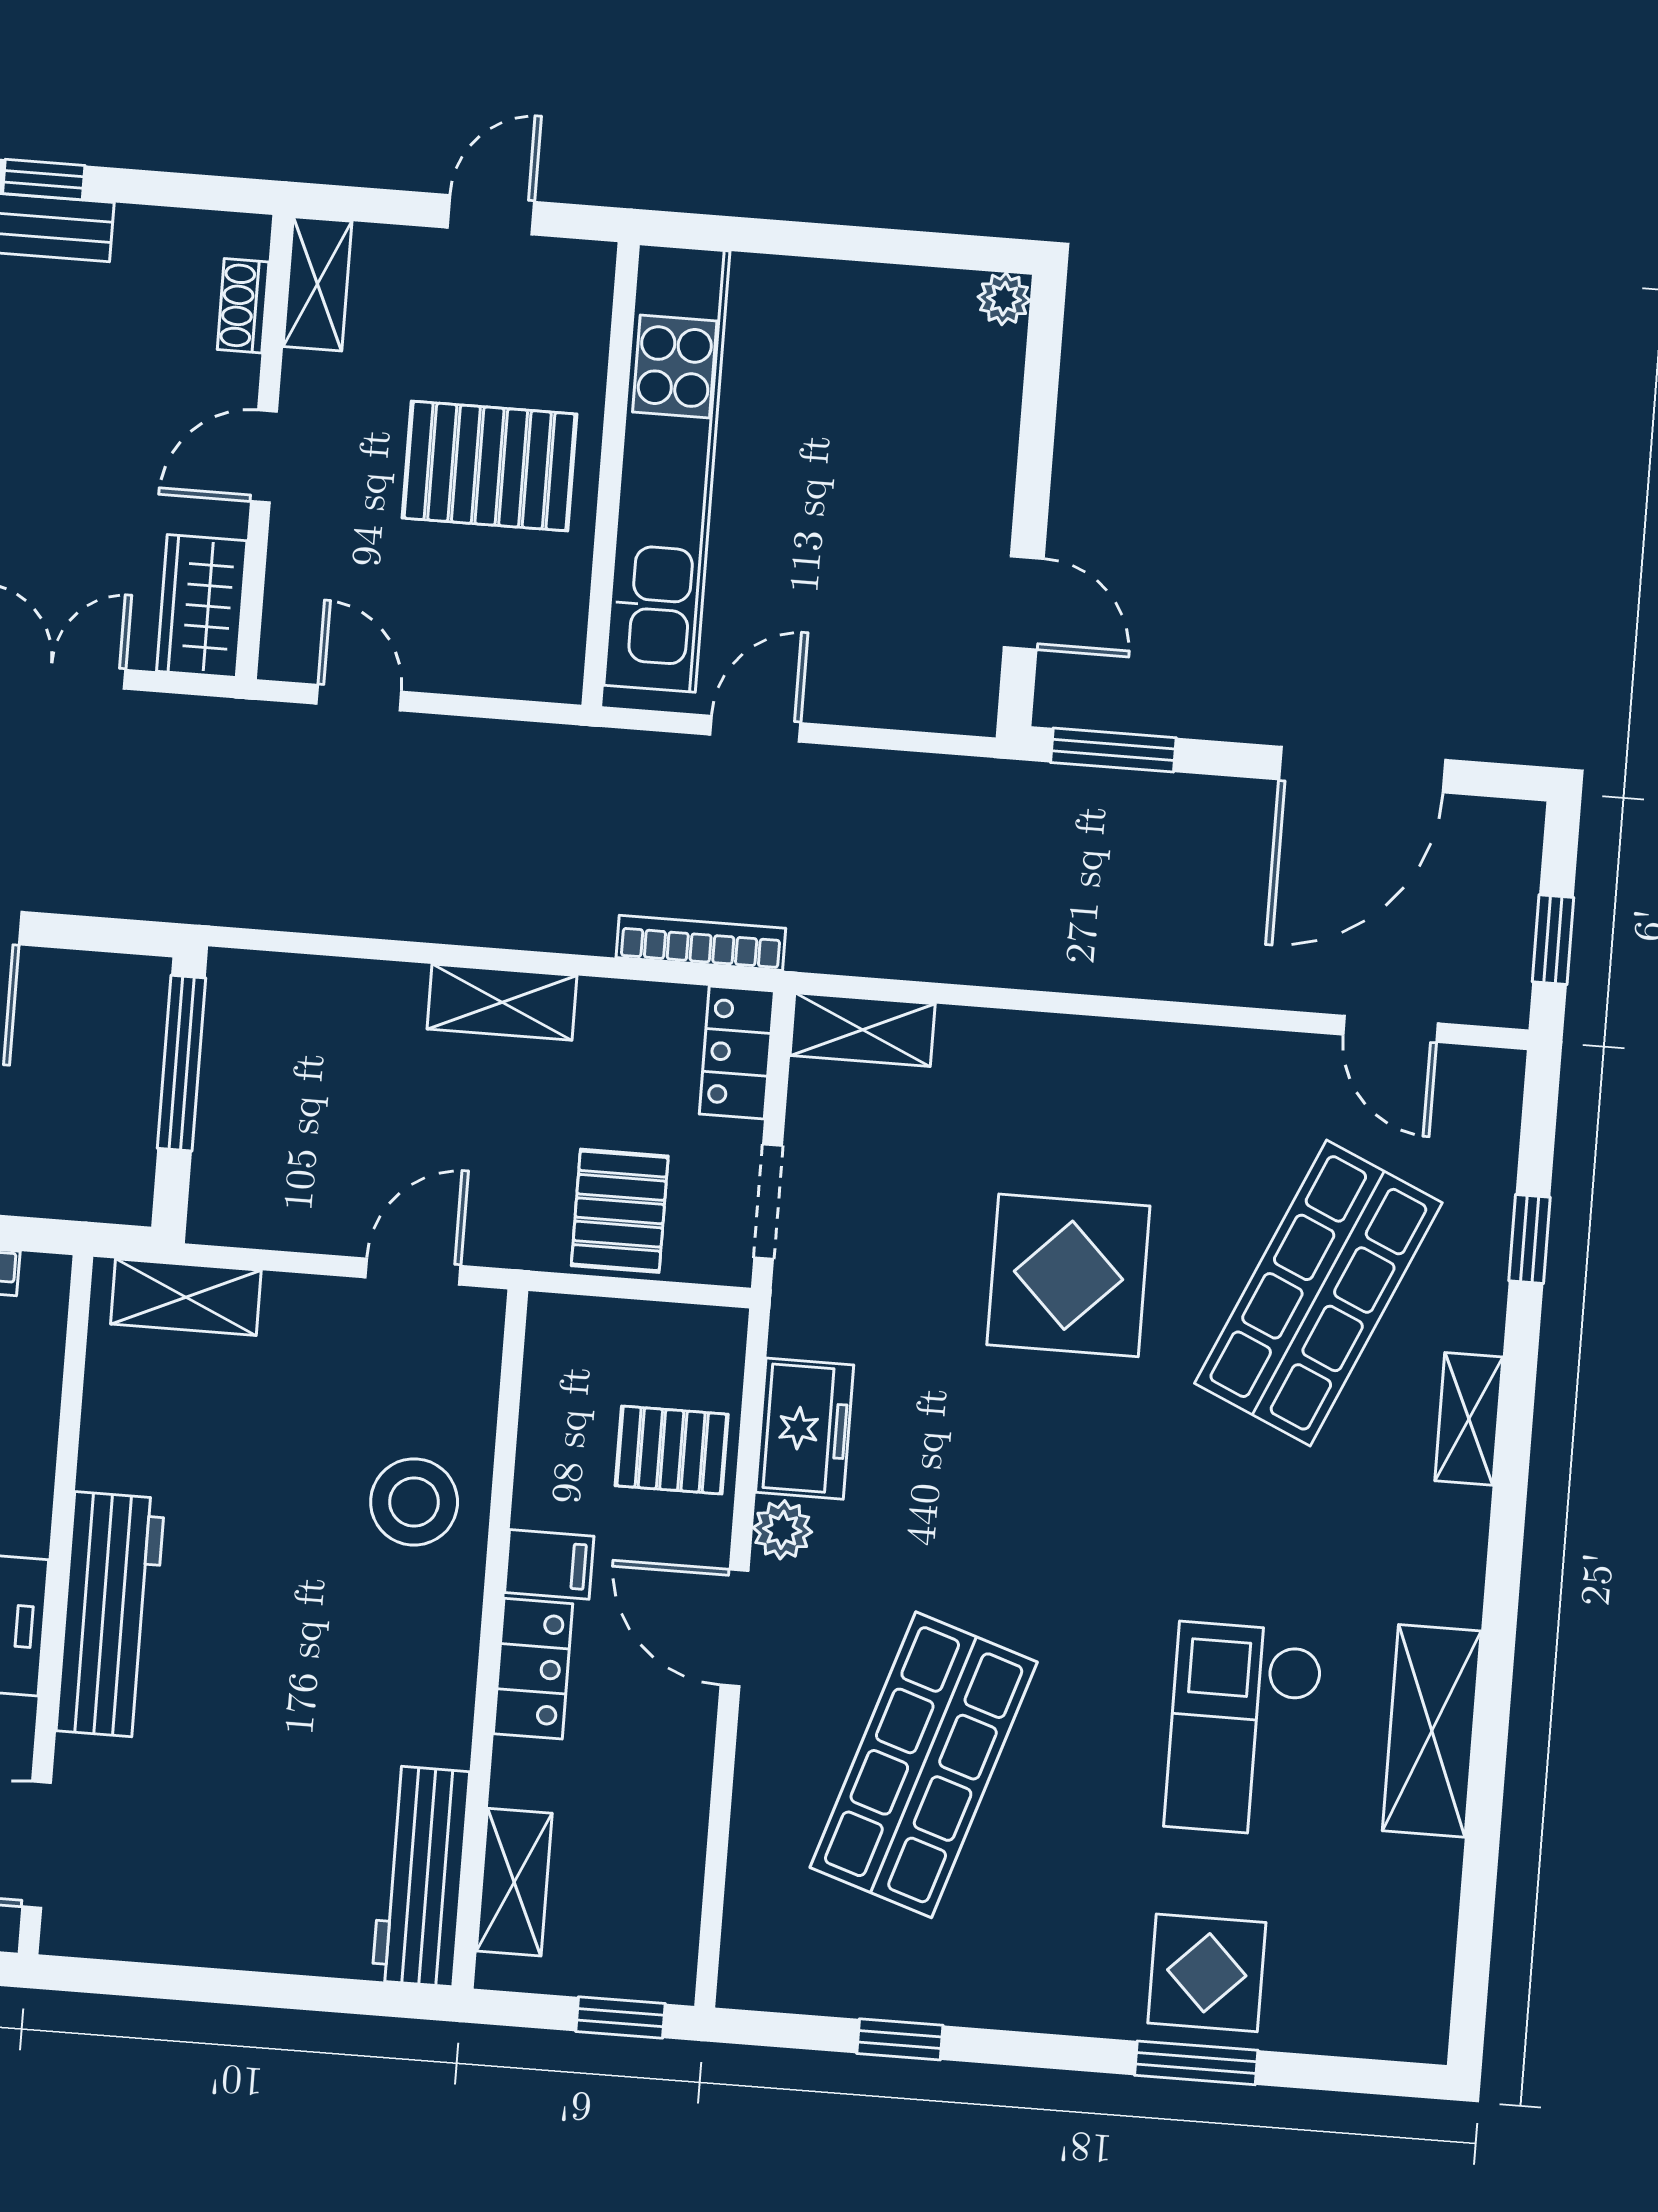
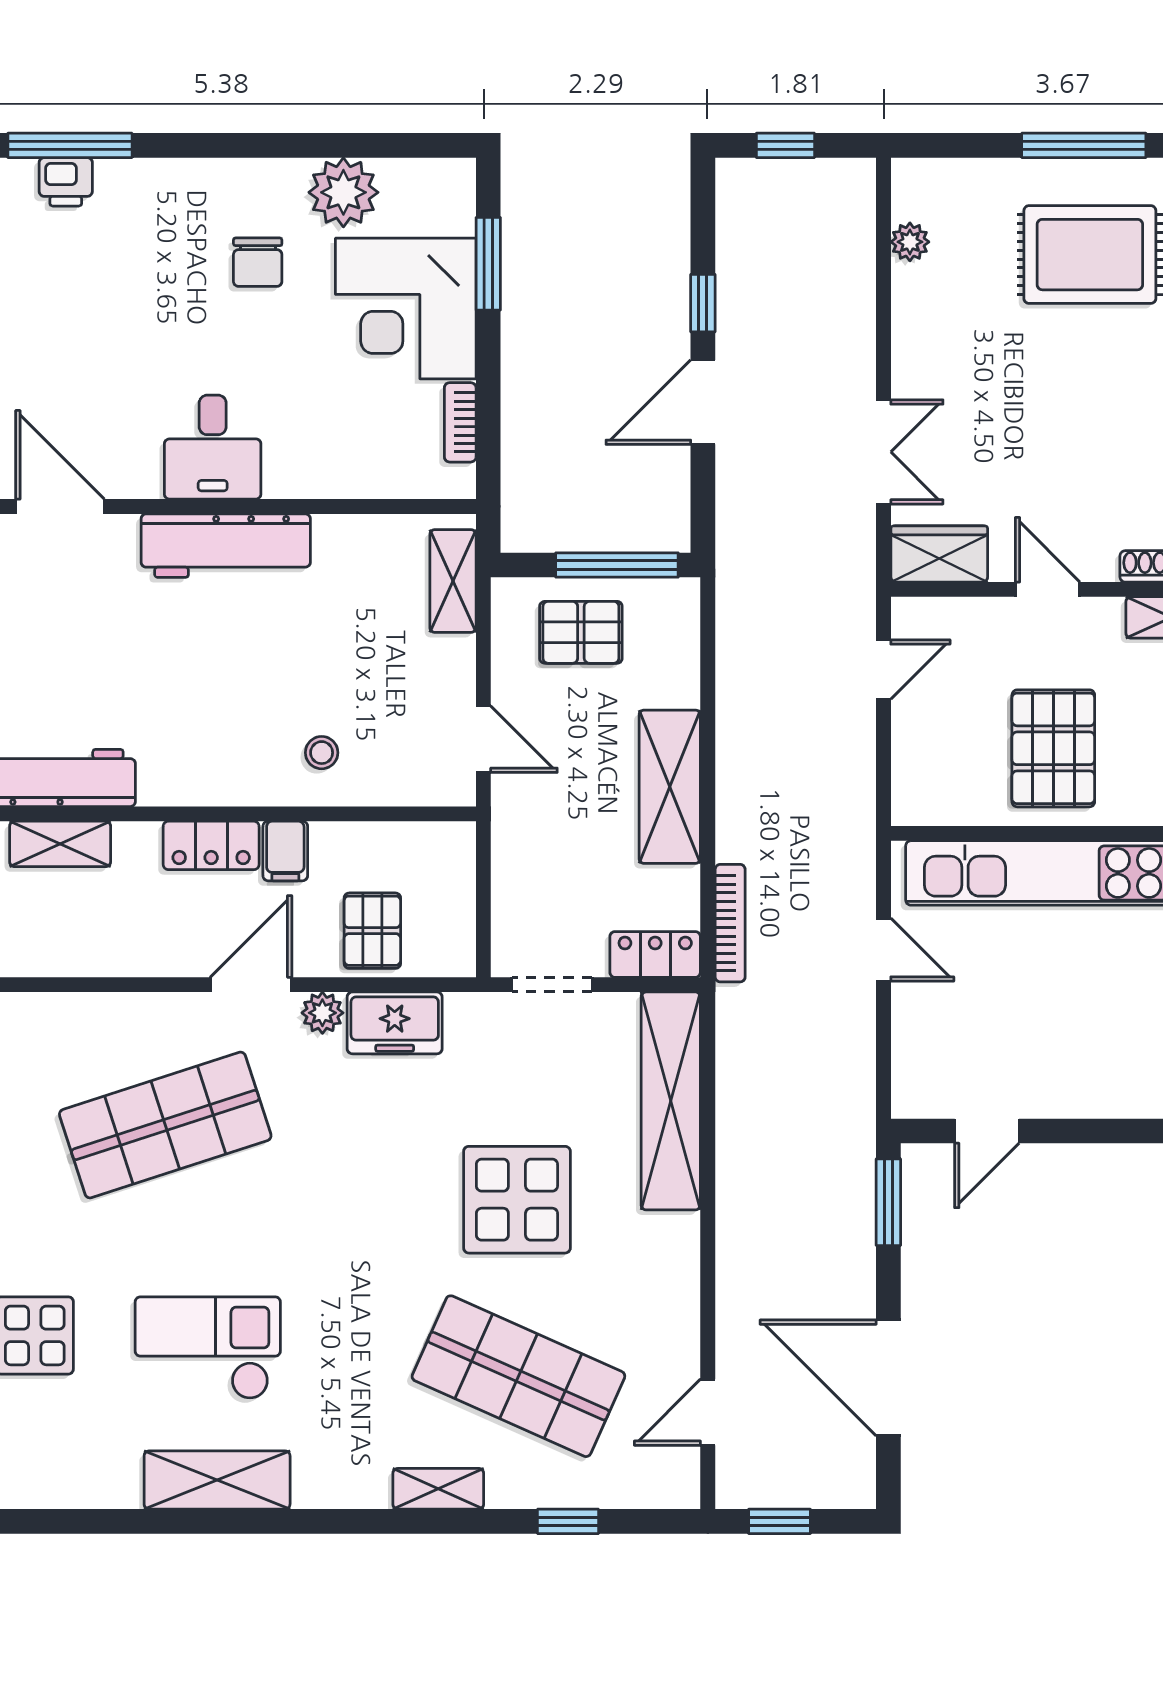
shelving: (502, 1002) -> (670, 787), width x1.50, depth x1.33
shelving: (863, 1030) -> (671, 1101), width x2.20, depth x1.33
pallet: (620, 1211) -> (581, 632), moved
stool: (414, 1502) -> (322, 753), width x0.53, depth x0.53
shop shelf: (924, 1765) -> (165, 1125), turned -36

